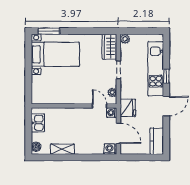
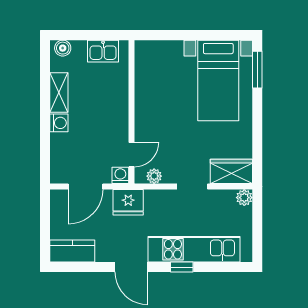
washing machine: (110, 149) -> (59, 123), moved

